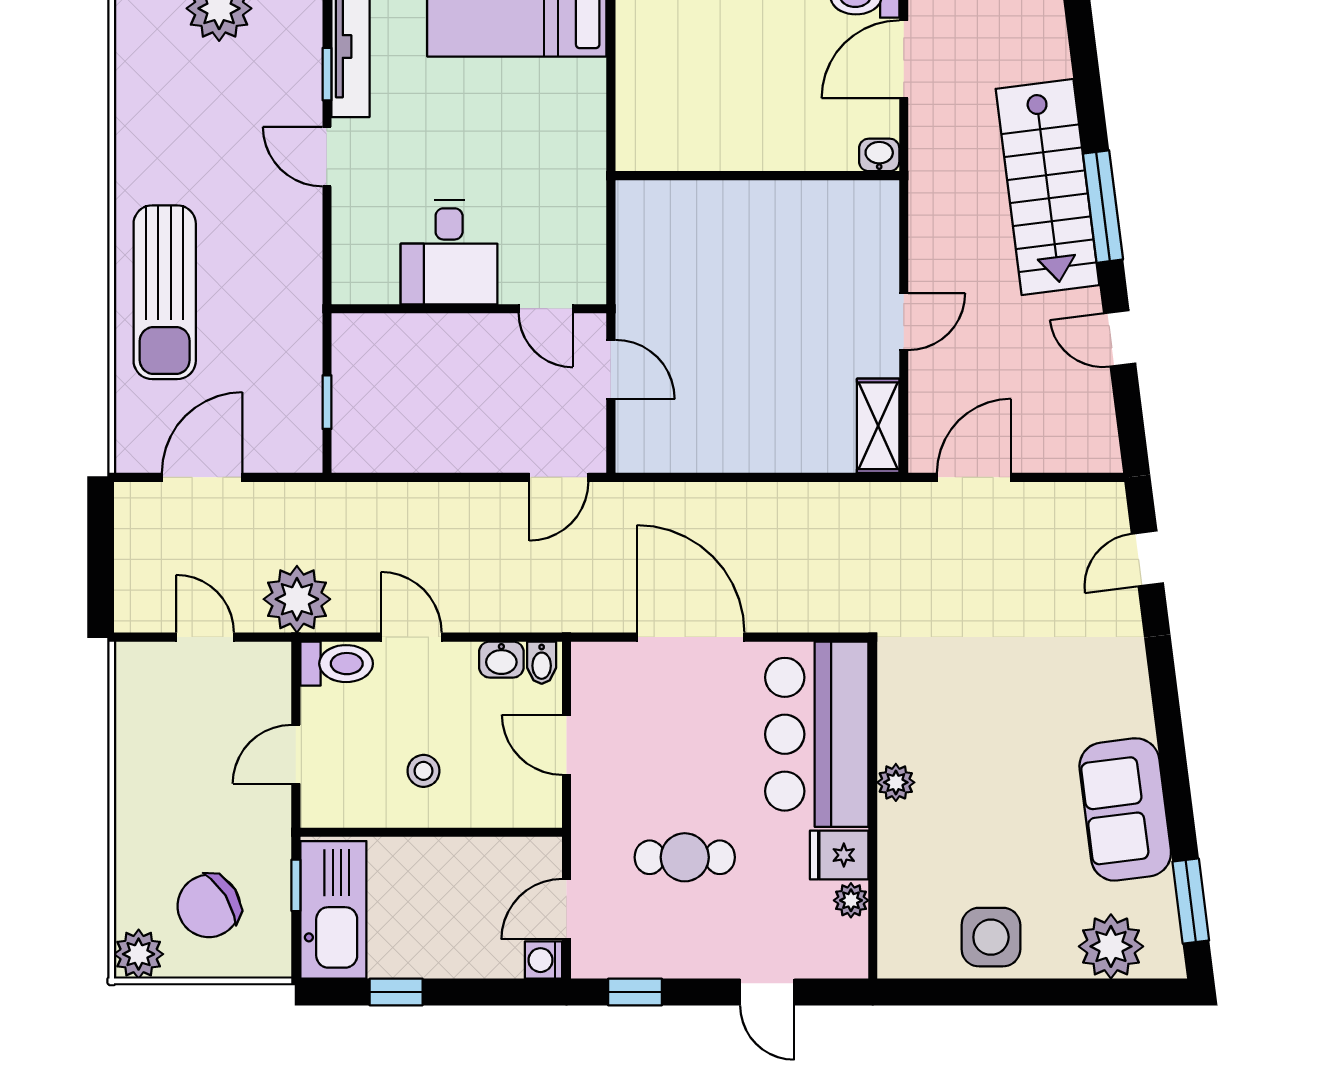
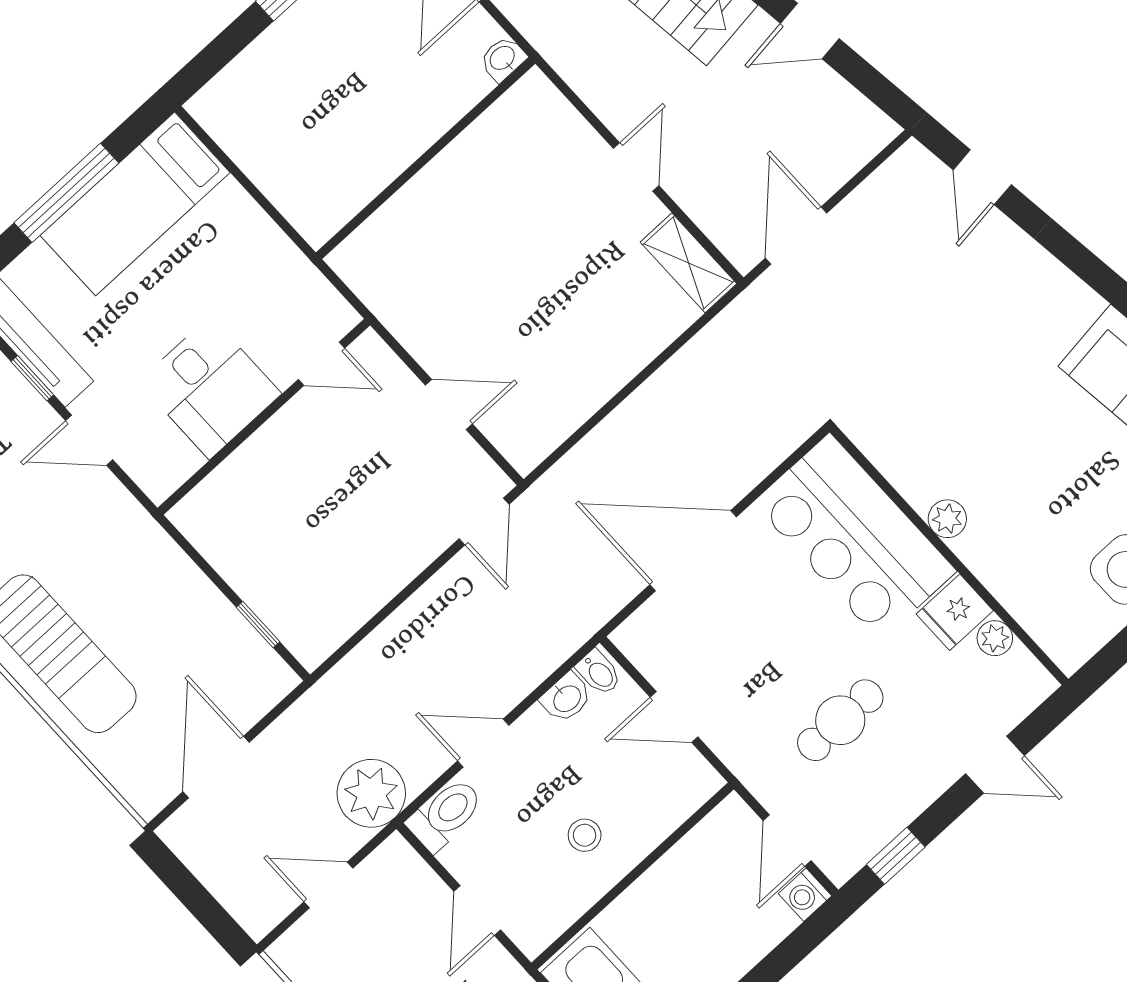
desk: (449, 252) -> (210, 388), moved
wall: (469, 309) -> (264, 417), moved
door: (546, 309) -> (322, 364), moved

